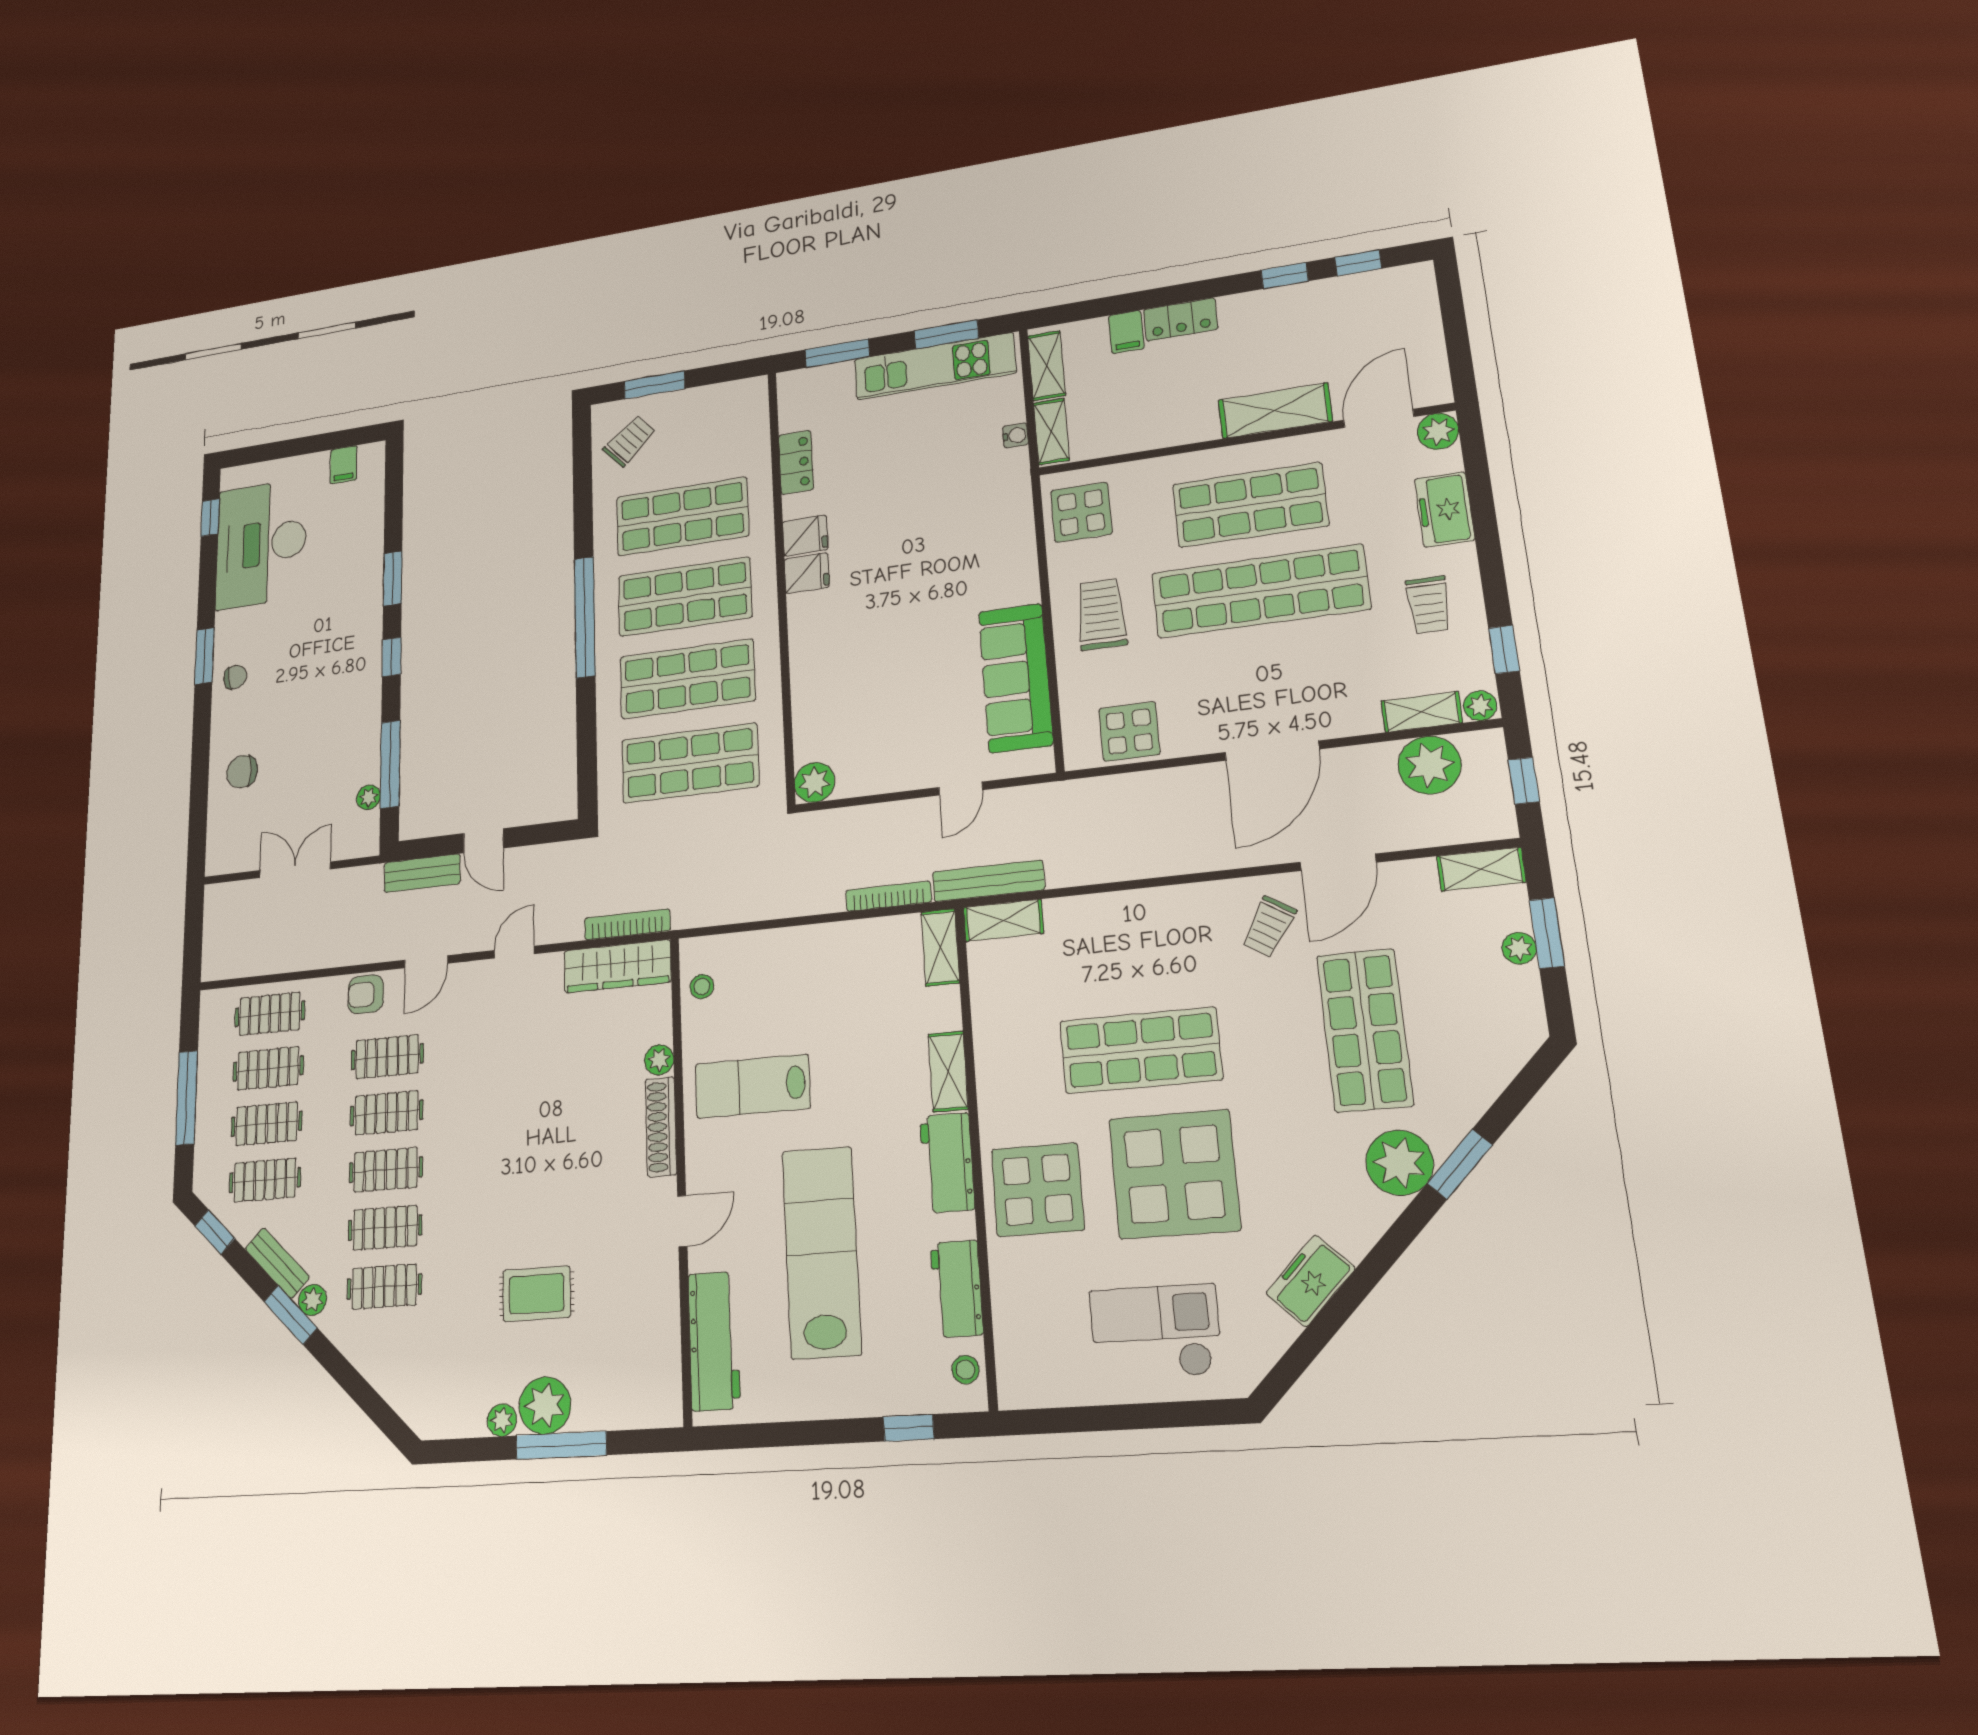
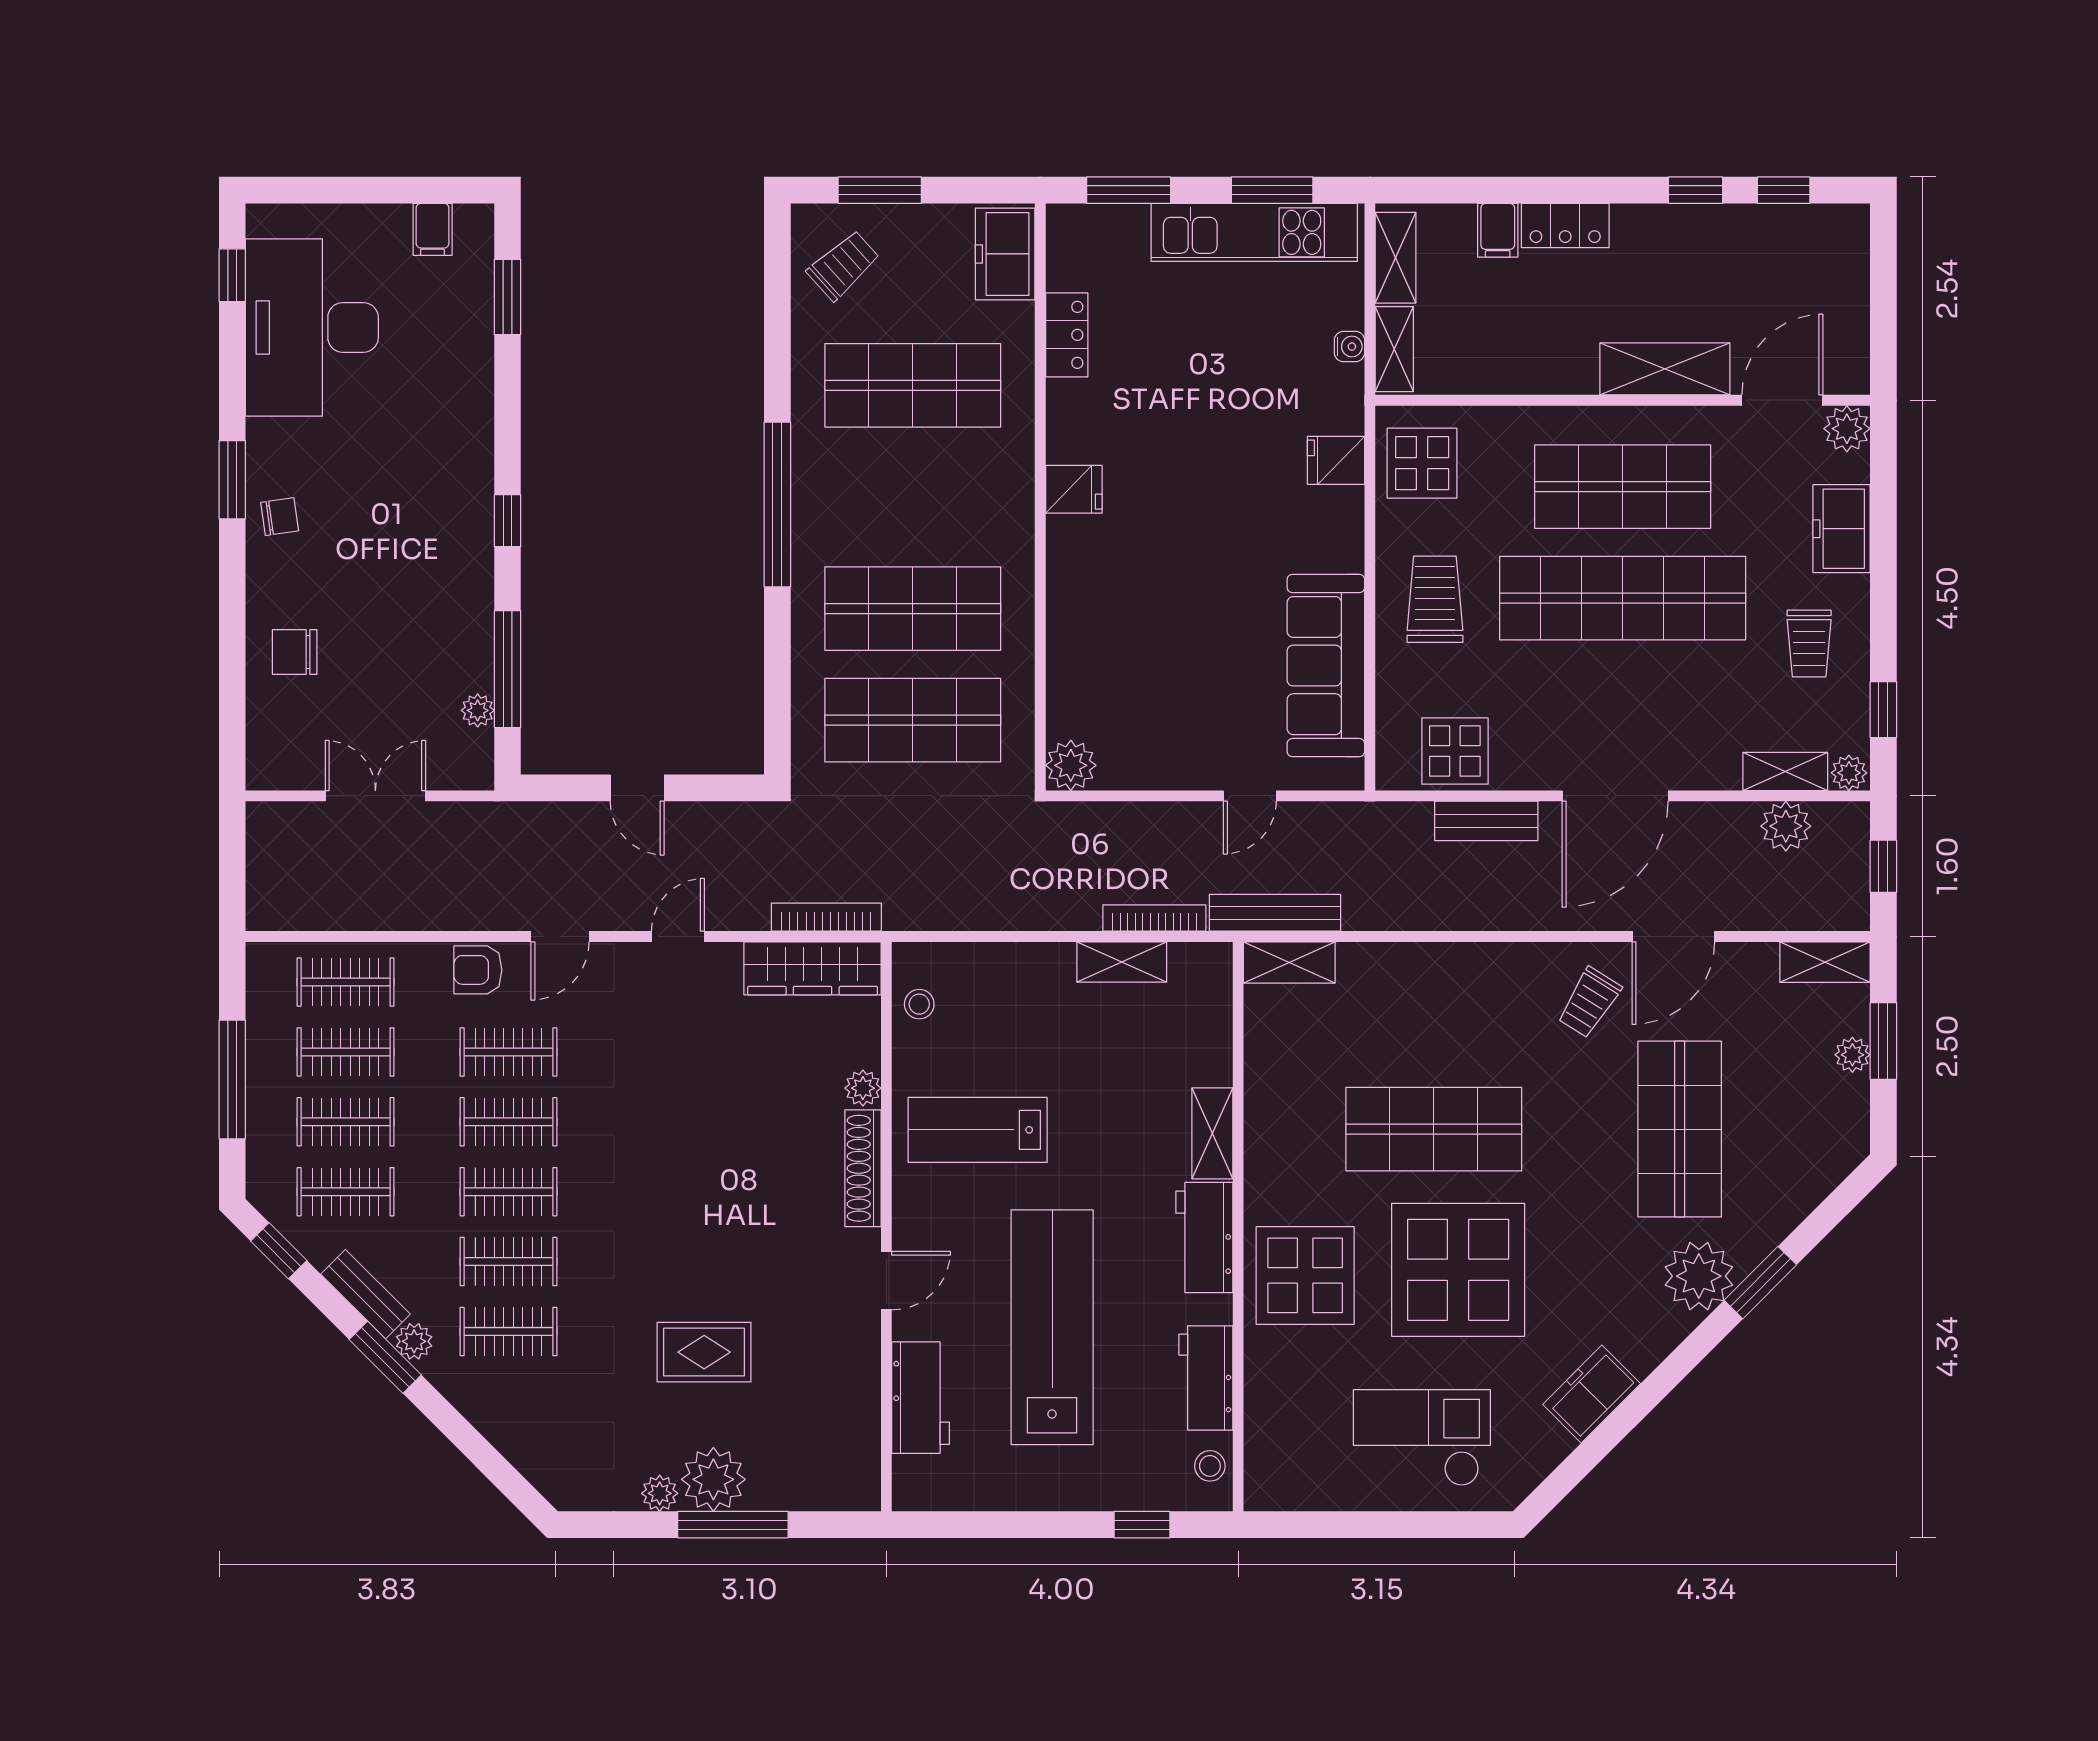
freezer: (747, 413) -> (1005, 254), added
fridge: (805, 536) -> (1336, 460), moved, turned 180
window: (393, 578) -> (507, 297), moved
shop shelf: (685, 597) -> (913, 497), removed
plant: (1430, 765) -> (1786, 826), width x0.73, depth x0.73
bench: (422, 873) -> (1486, 821), moved
shelving: (940, 947) -> (1122, 962), moved, turned 90
workbench: (714, 1341) -> (920, 1398), width x0.73

